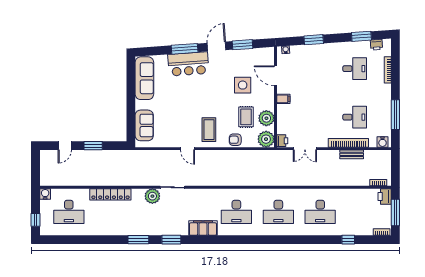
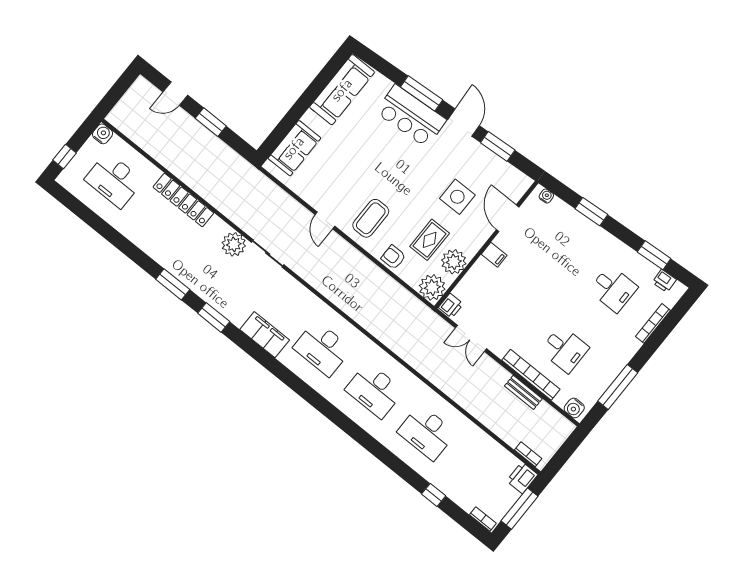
door: (217, 47) -> (464, 123), hinge flipped

